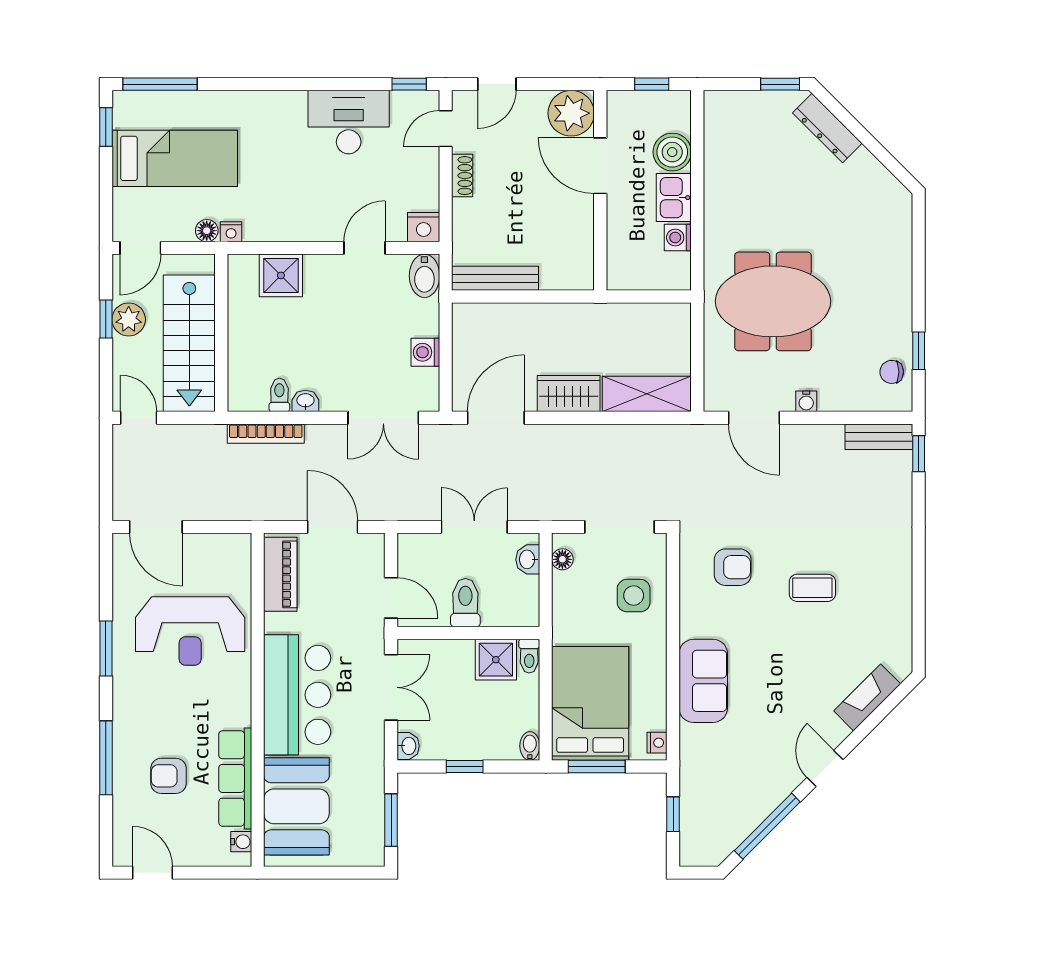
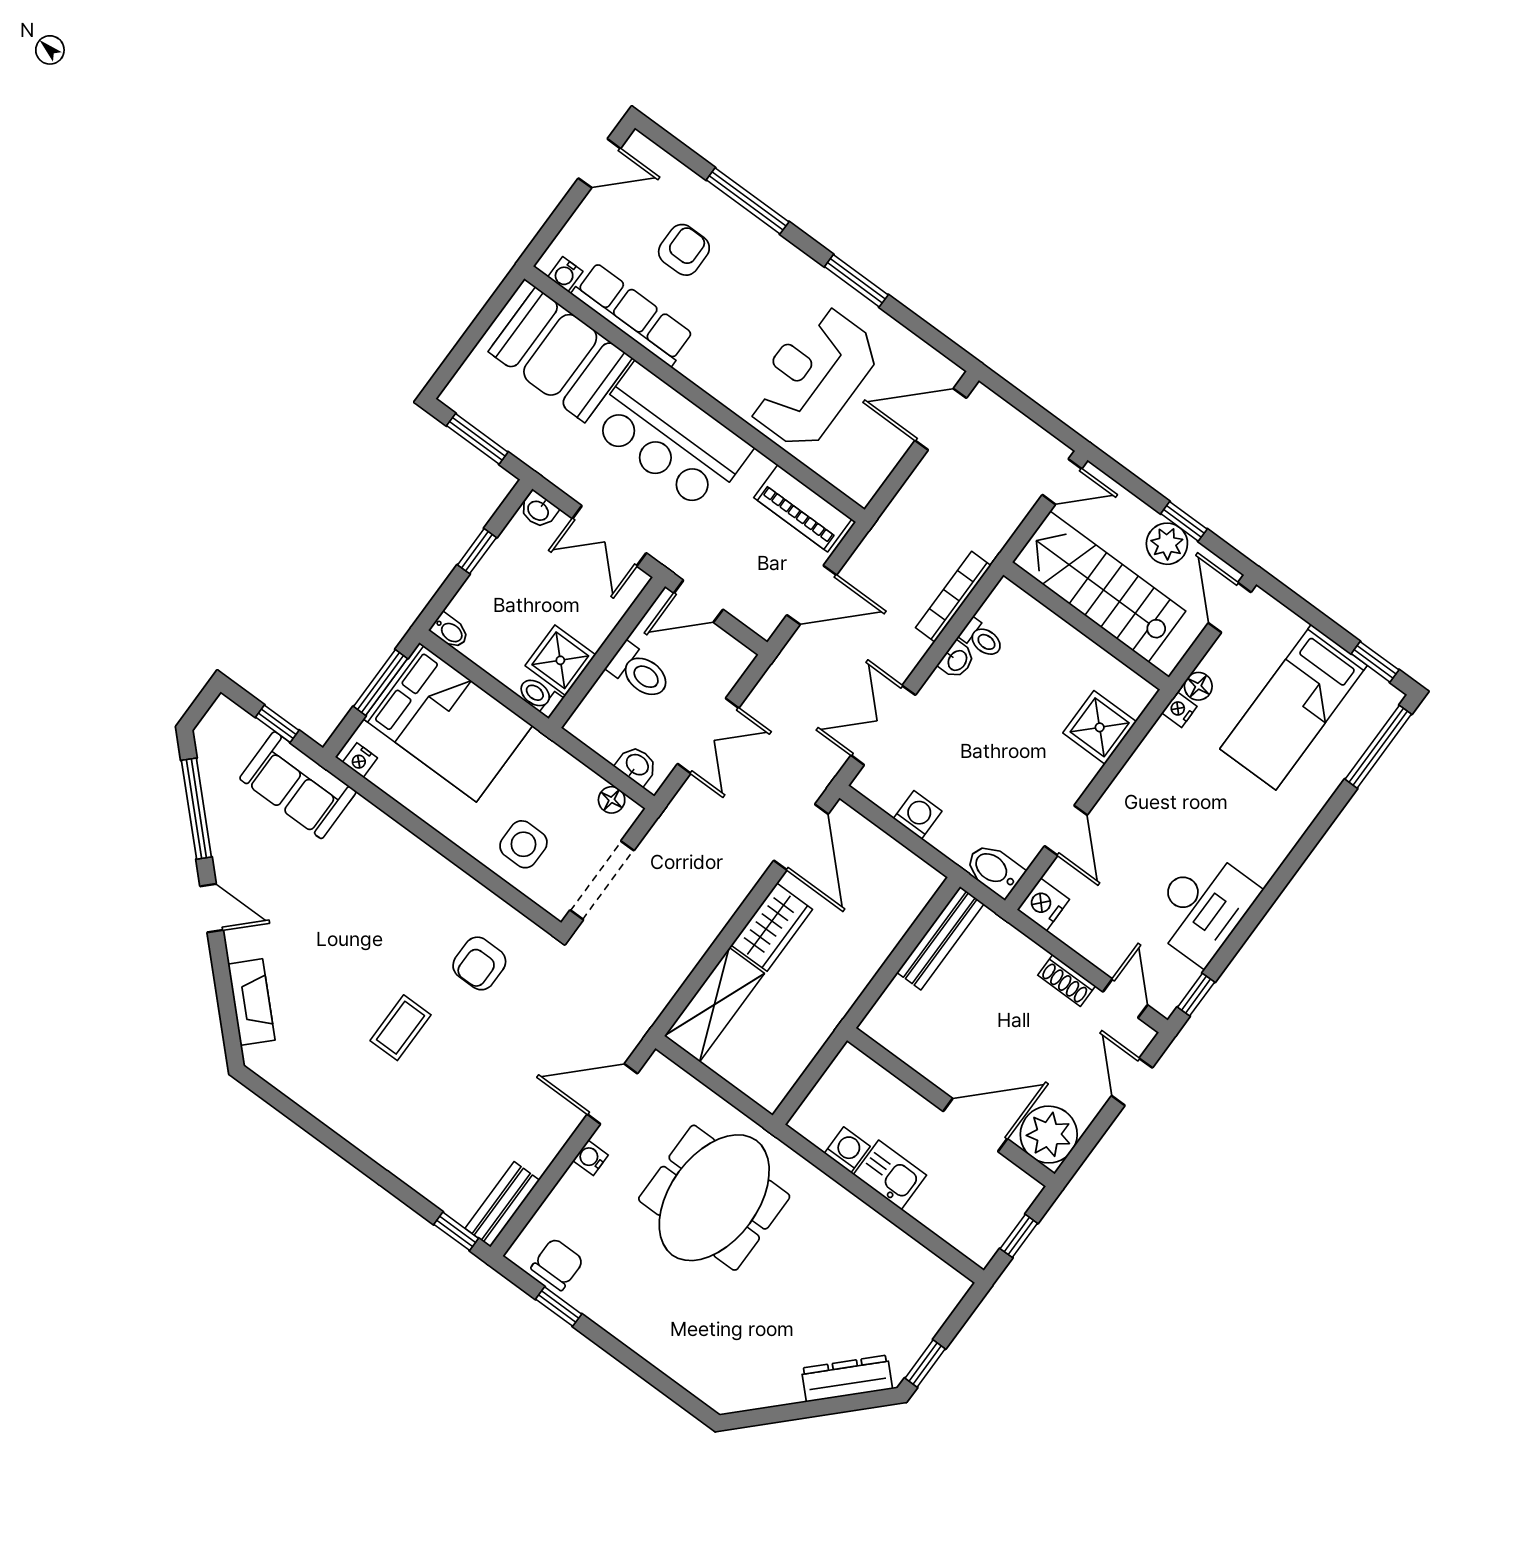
boiler: (672, 152) -> (936, 1207), removed
chair: (892, 372) -> (557, 1264), width x1.37, depth x1.37
sofa: (703, 681) -> (298, 785), moved

